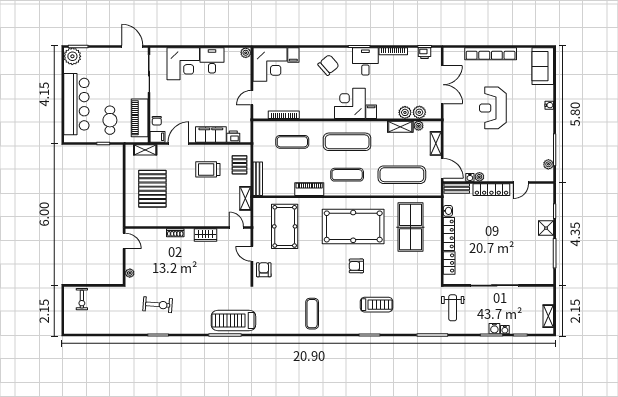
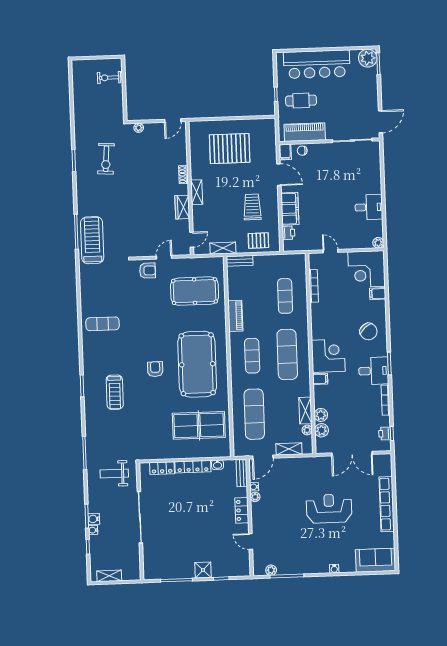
corner desk: (183, 64) -> (364, 177), removed
shelving: (145, 150) -> (197, 192), moved
bench: (258, 179) -> (240, 261), width x0.73
locker: (491, 190) -> (242, 510), width x0.66

